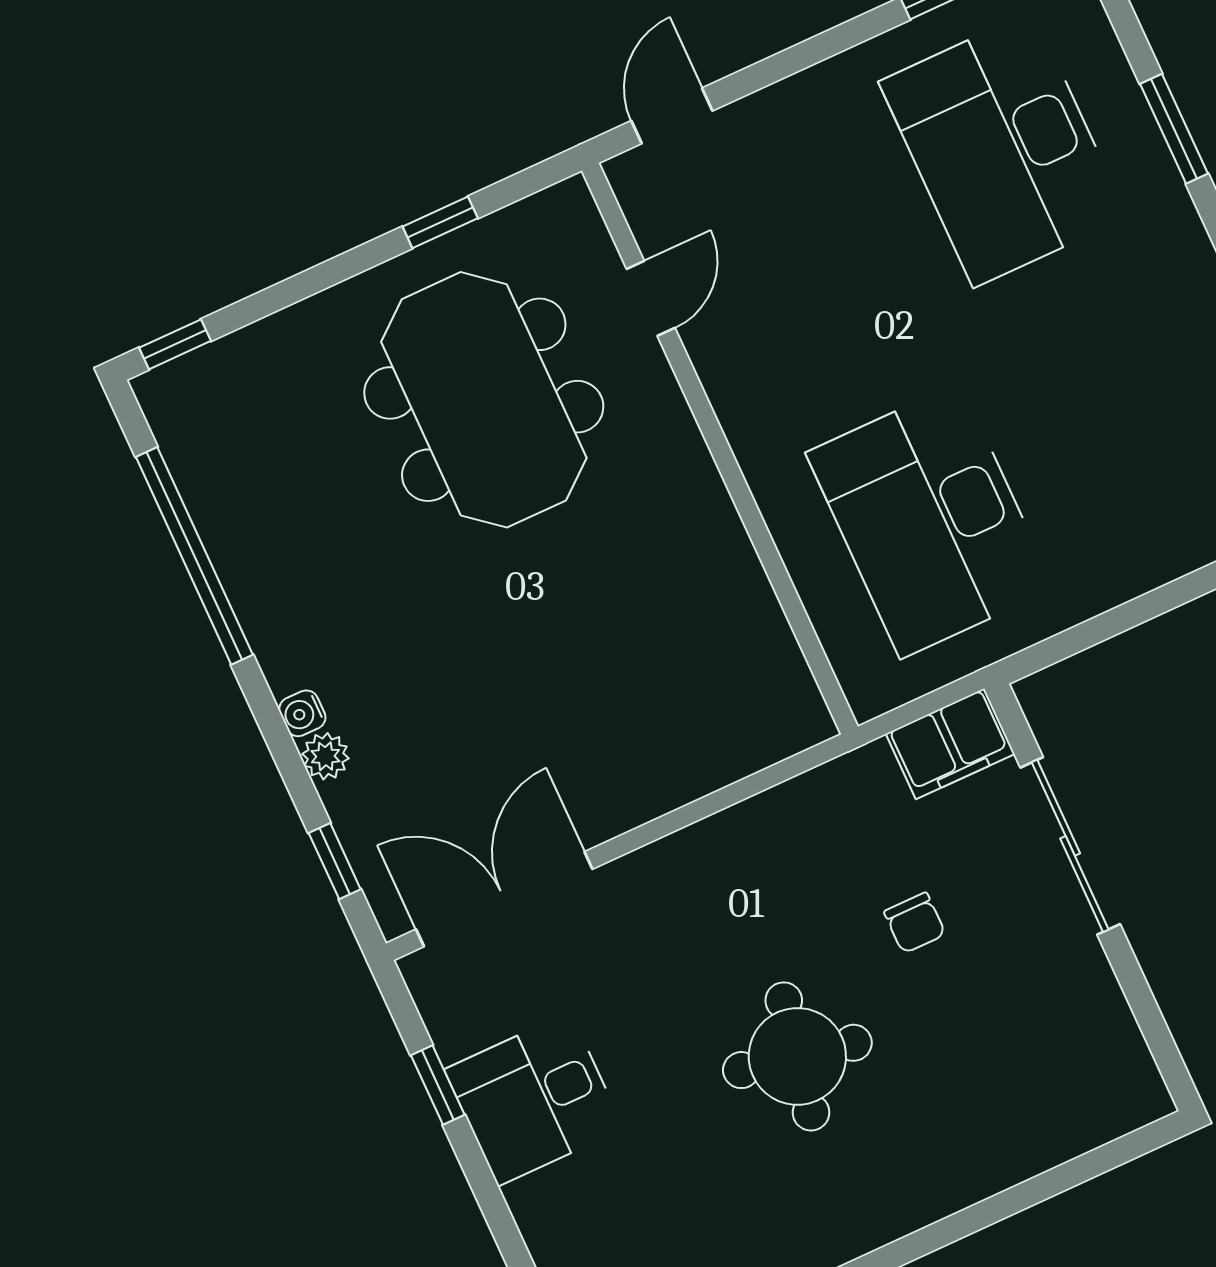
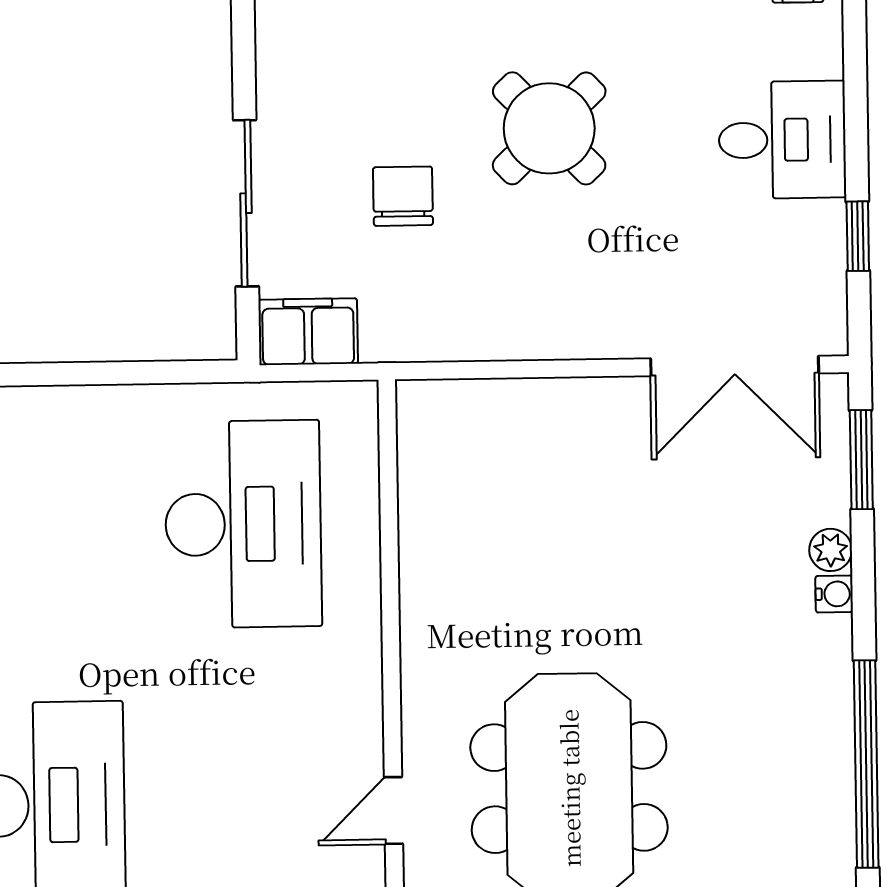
window: (335, 861) -> (861, 460), width x1.50
chair: (915, 923) -> (403, 196), width x1.37, depth x1.37
round table: (797, 1056) -> (549, 128), turned 35
desk: (534, 1099) -> (782, 140), moved

